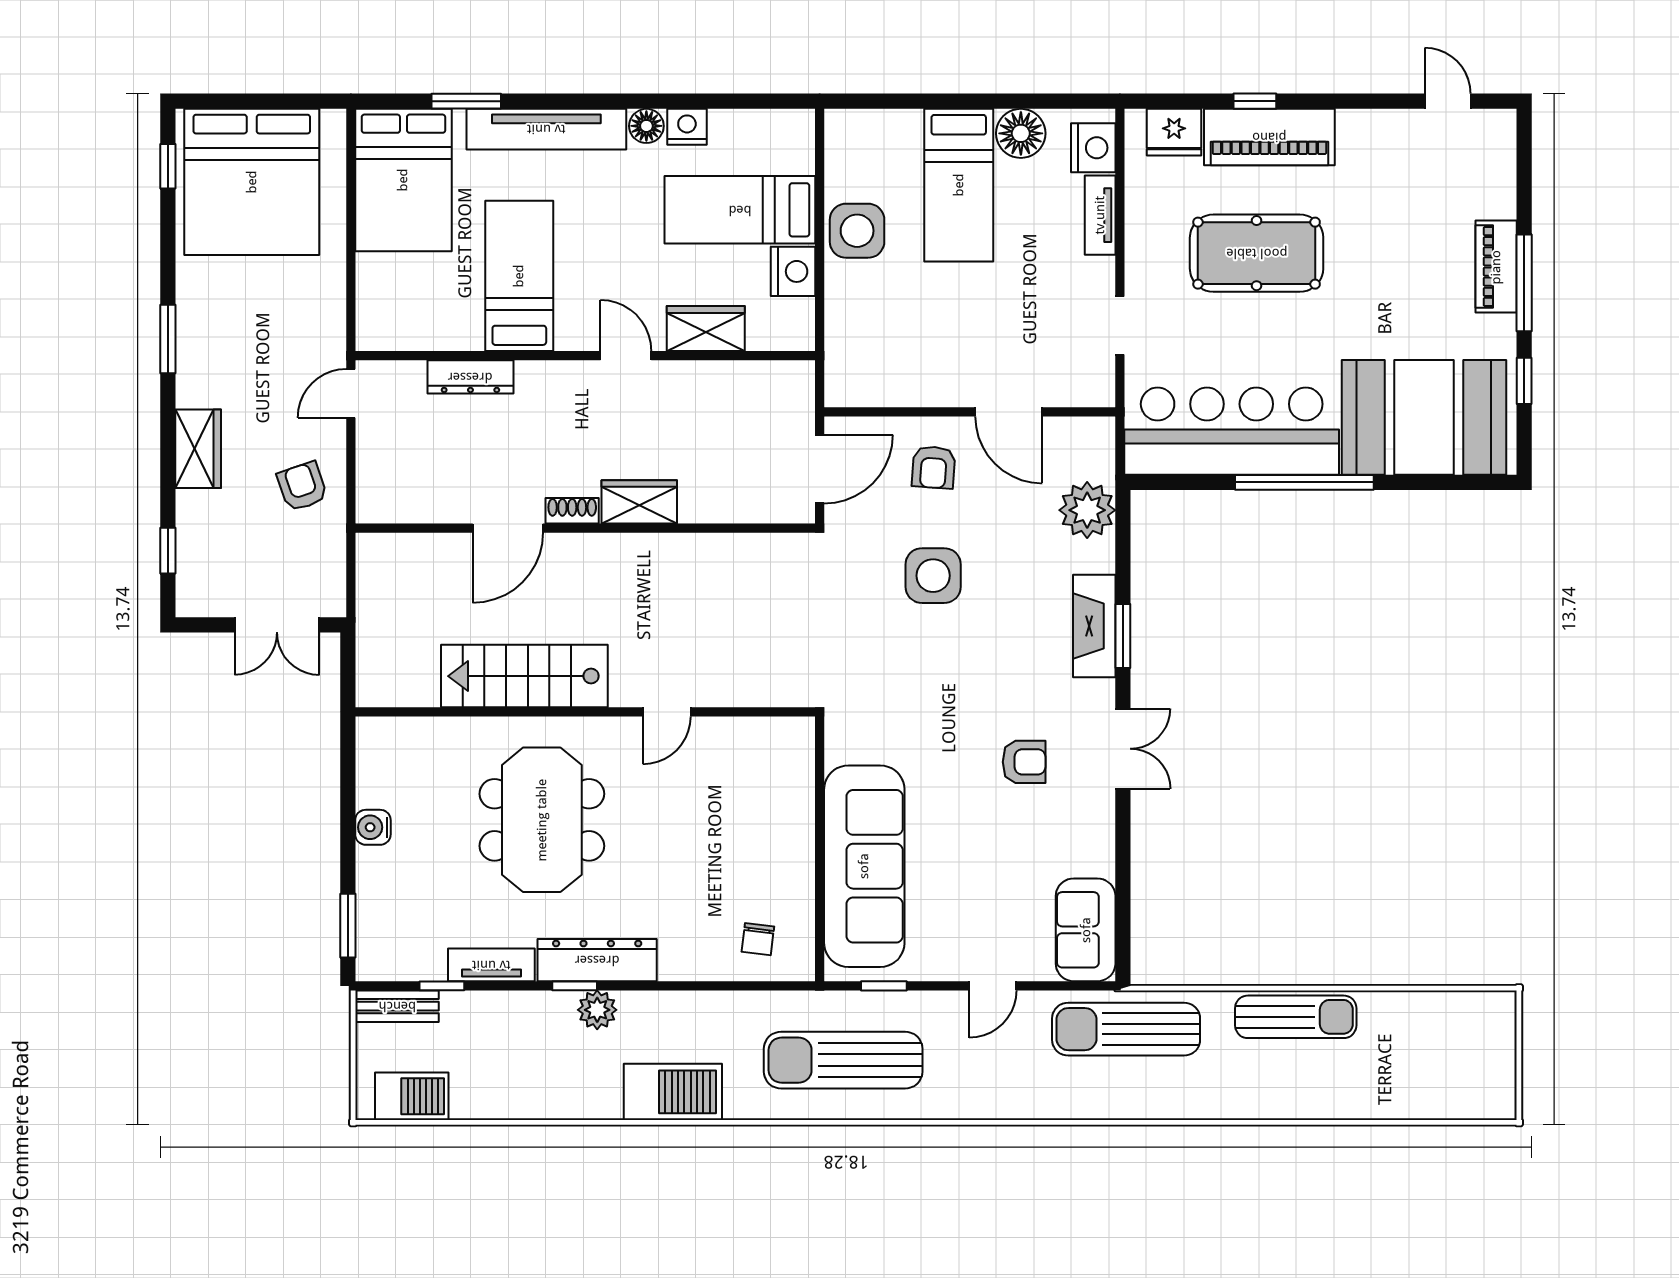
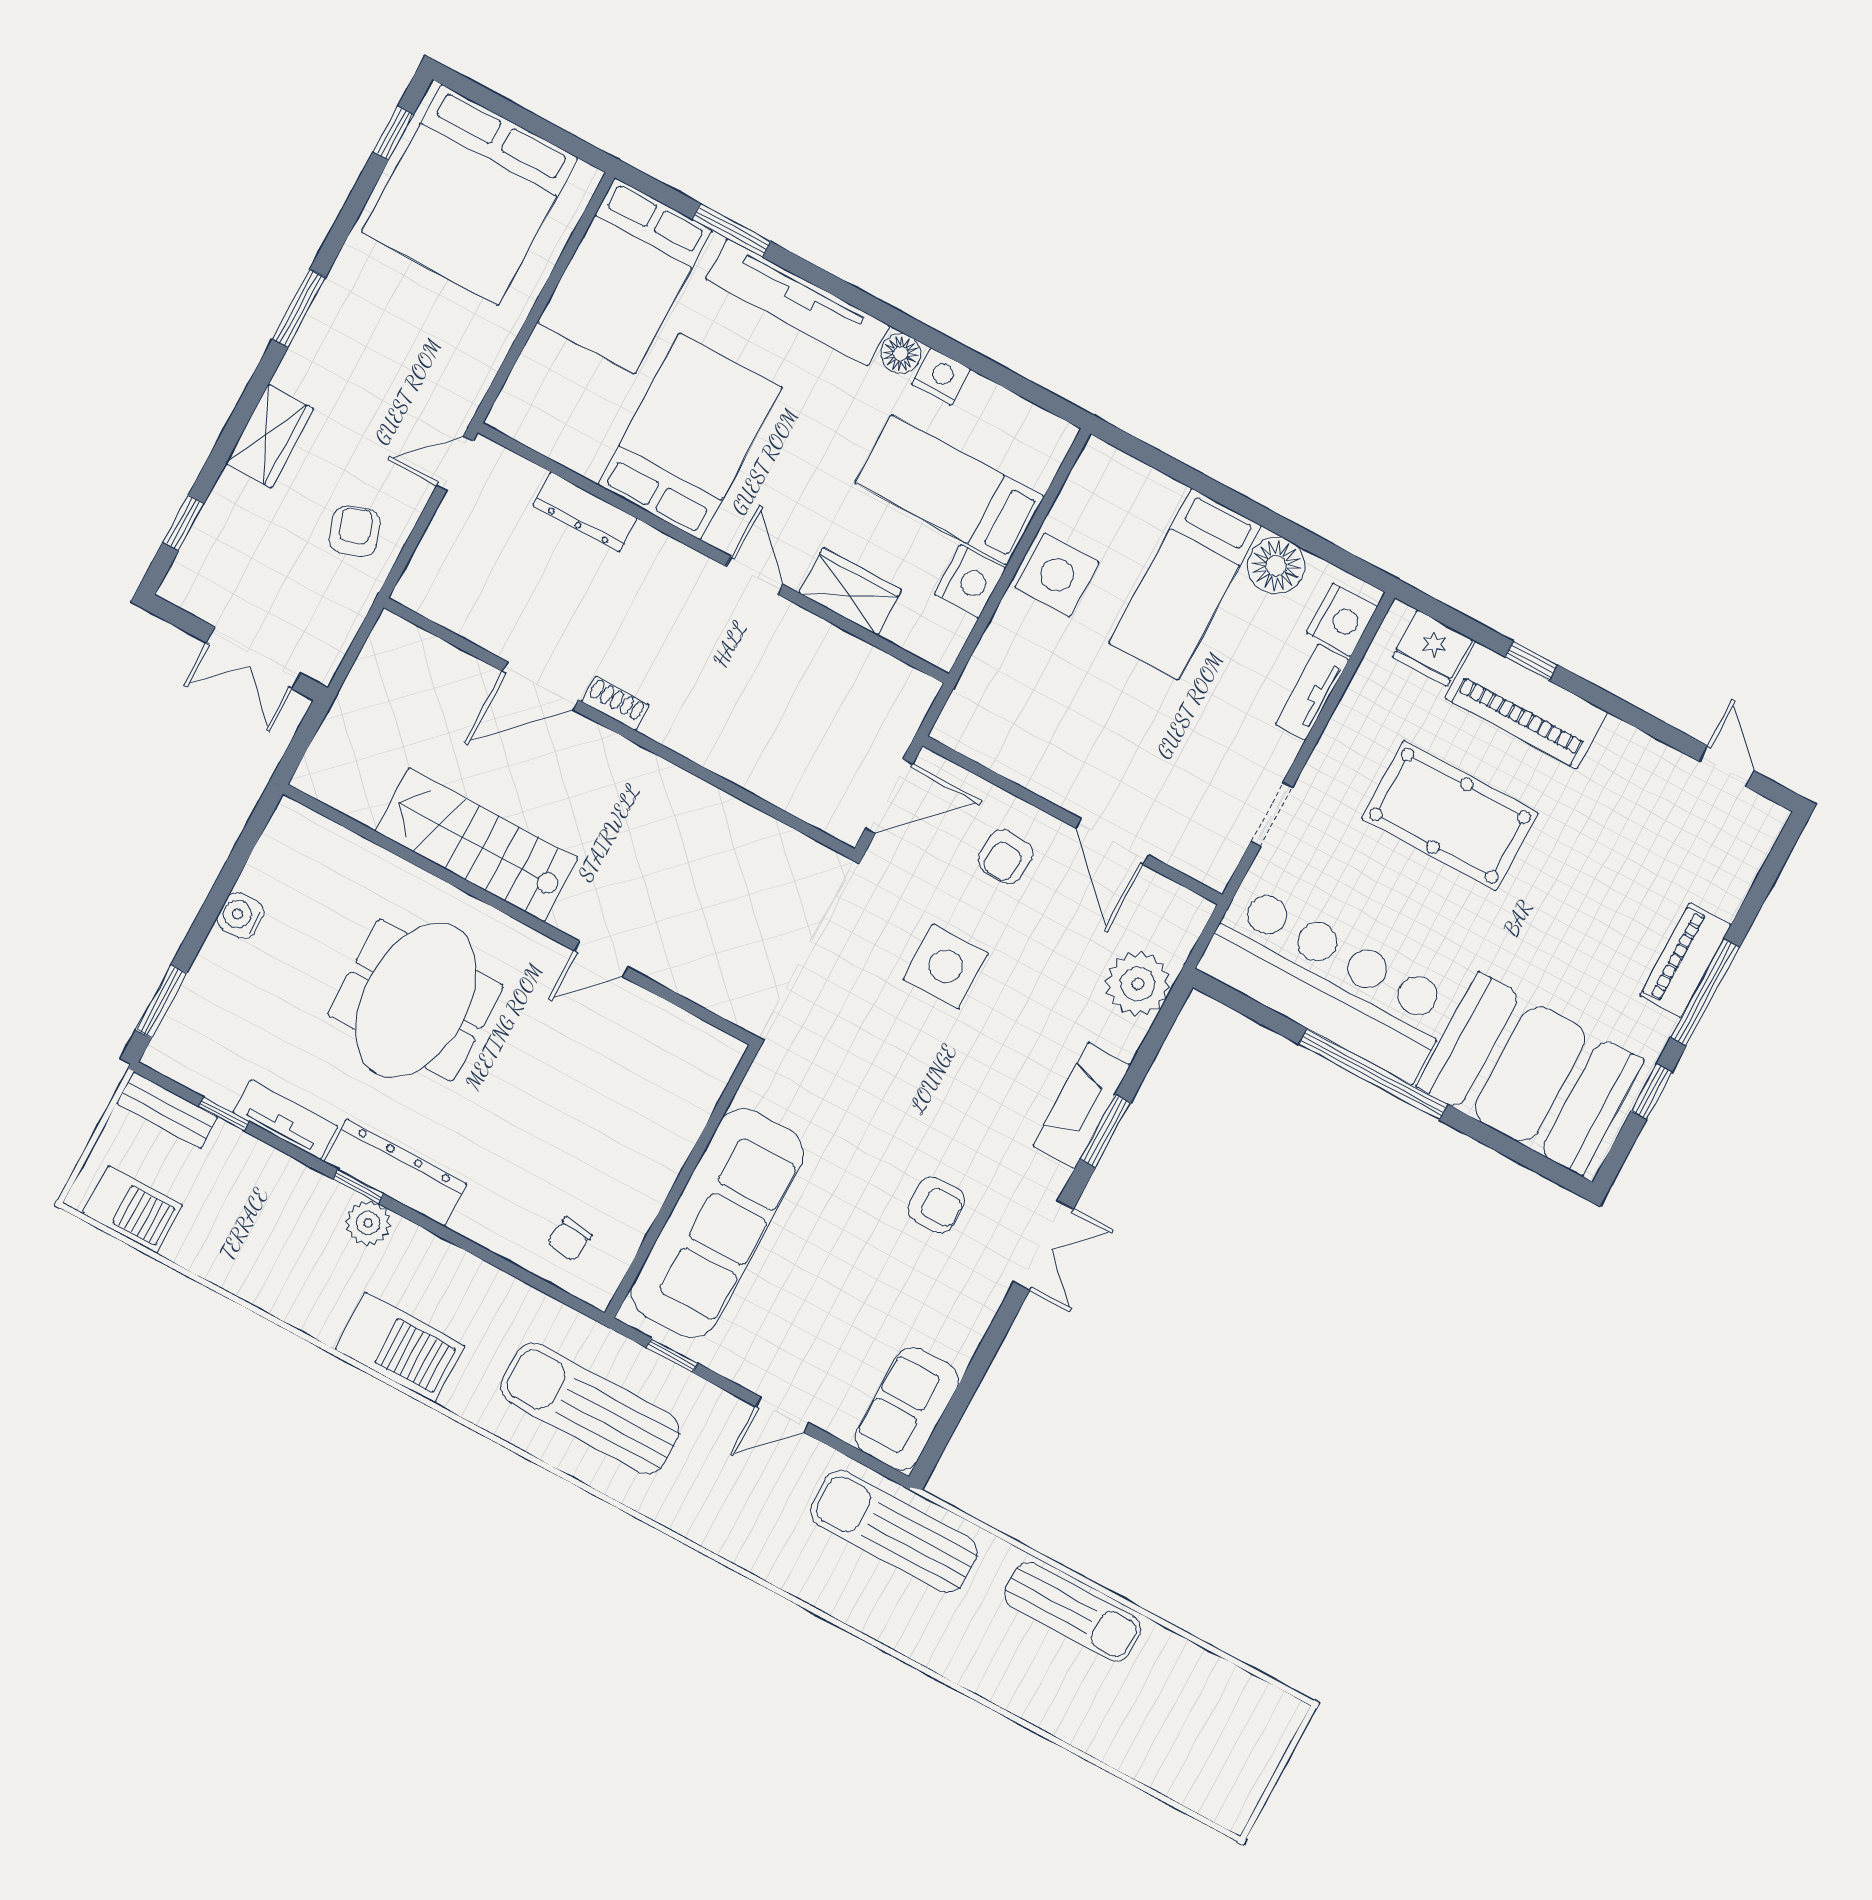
bed: (519, 276) -> (690, 436), width x1.50
wardrobe: (639, 502) -> (688, 731), removed

